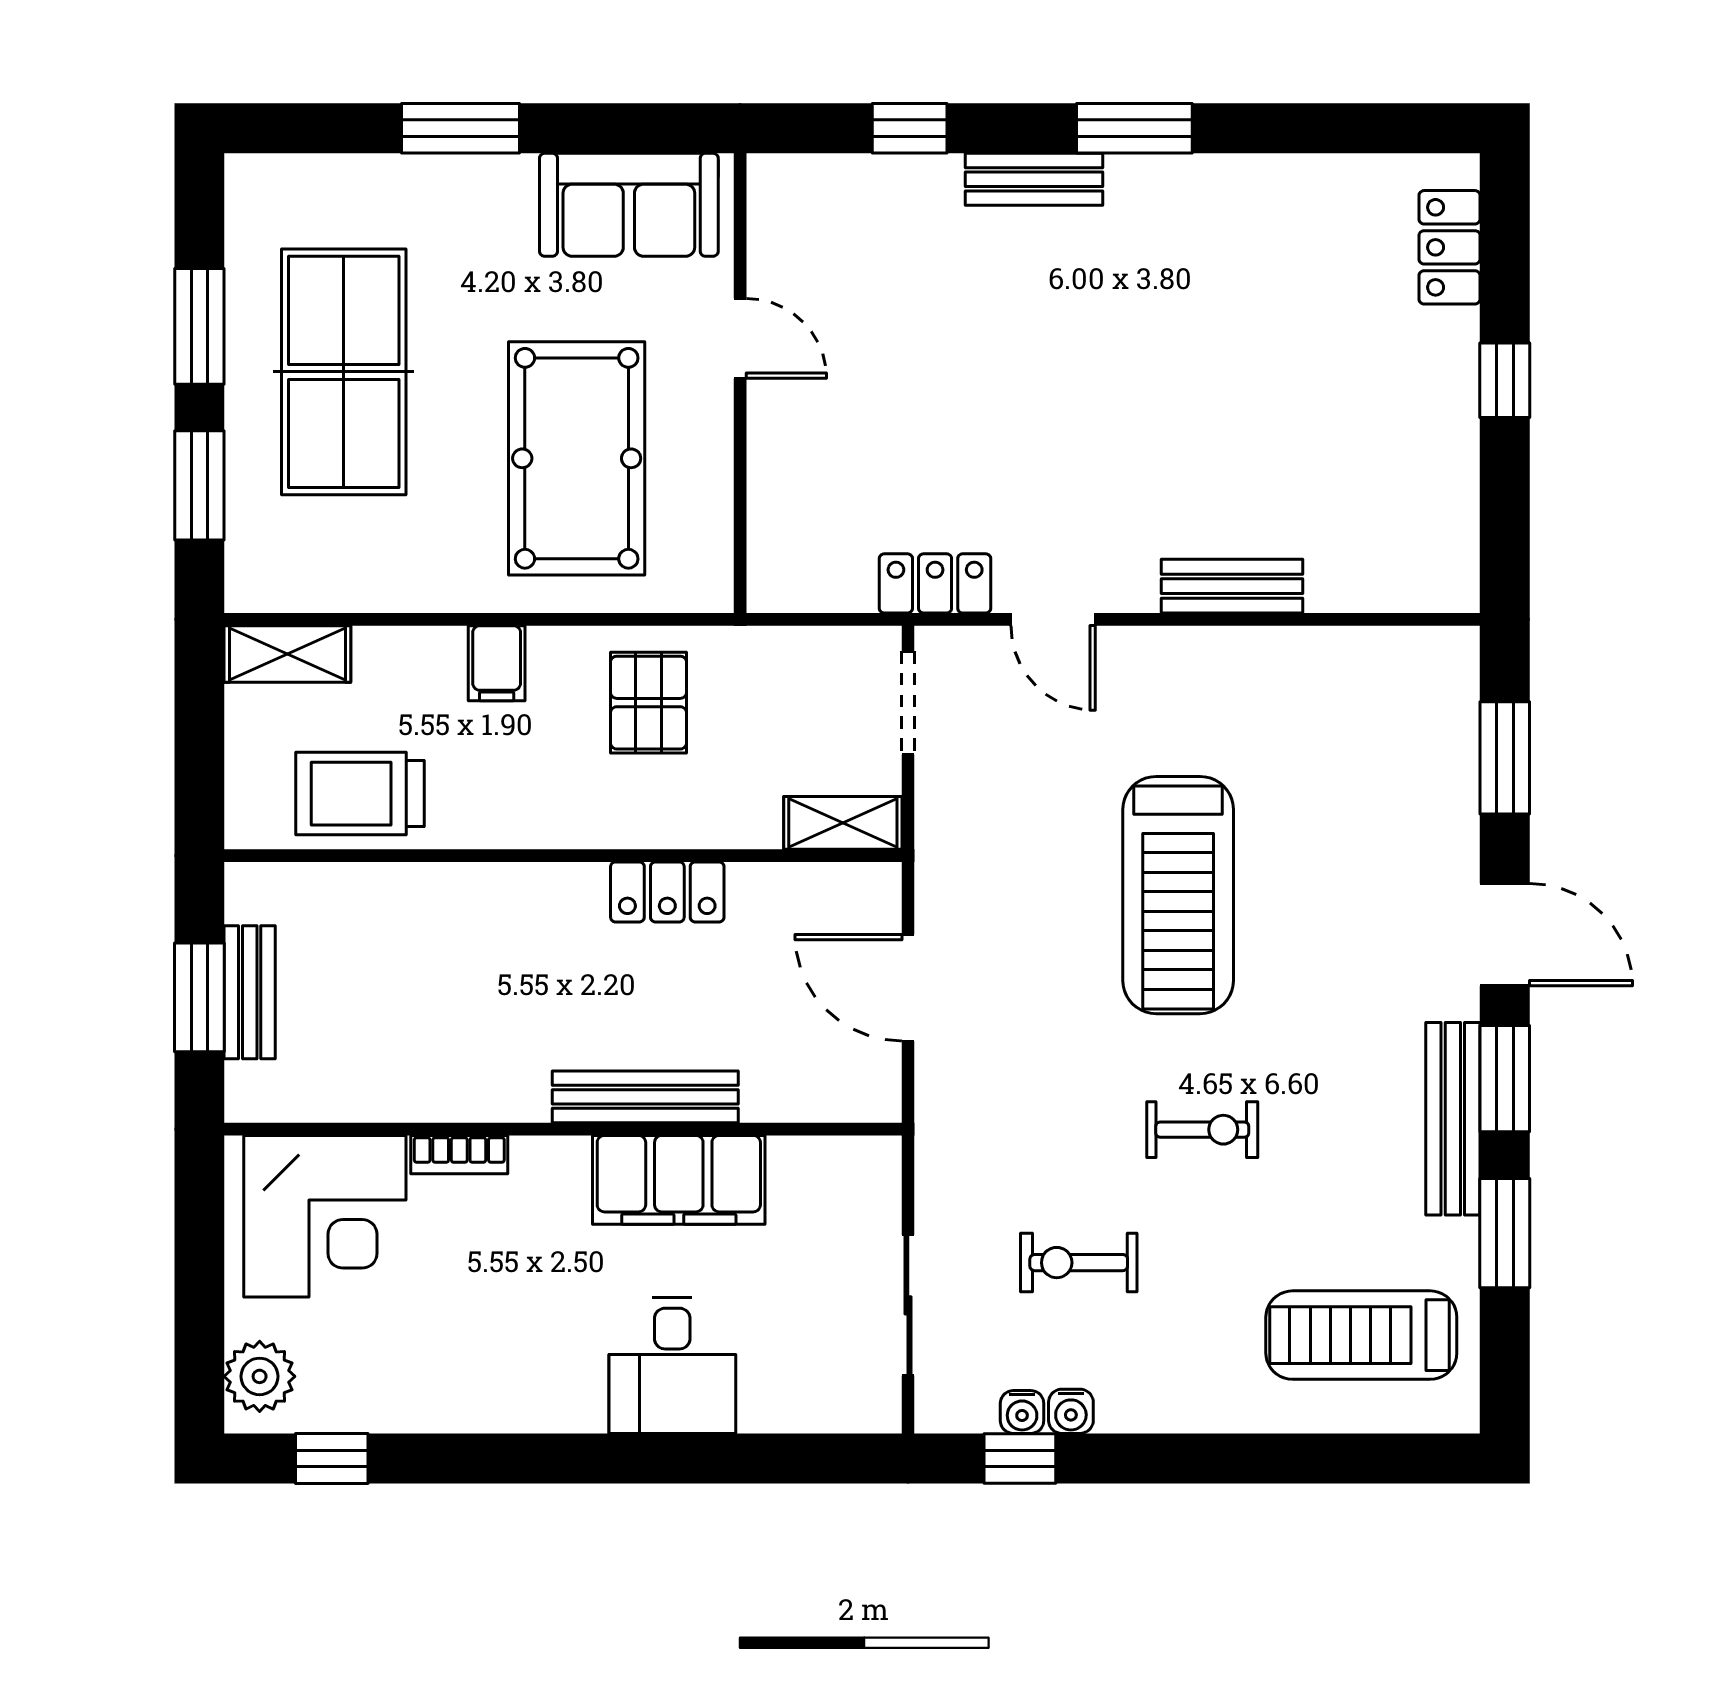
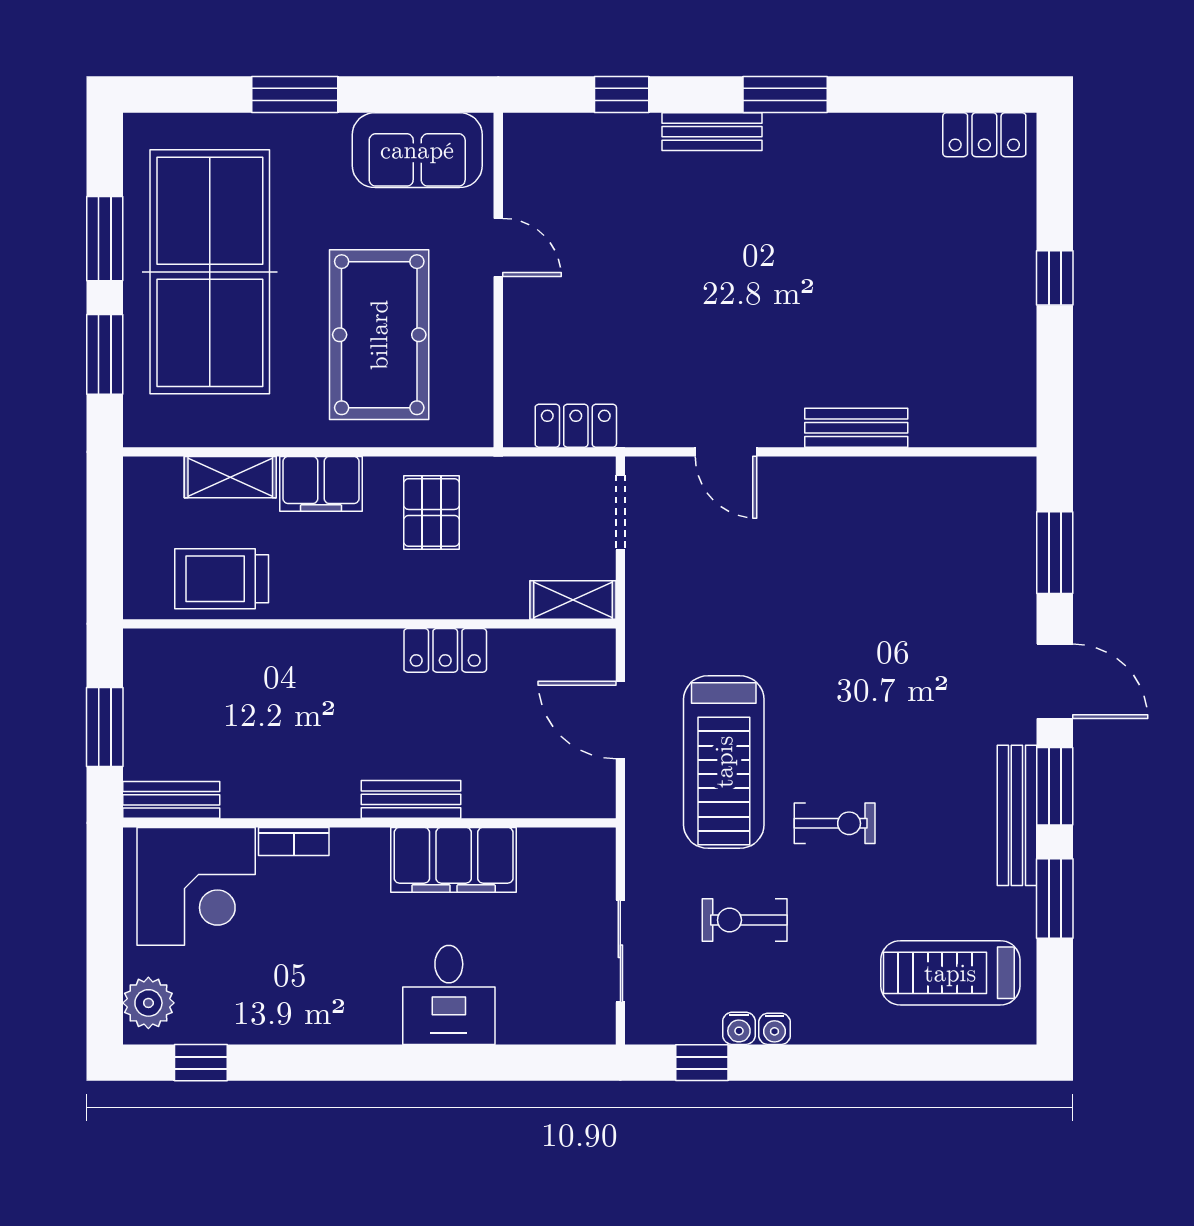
locker: (1450, 247) -> (984, 135), moved, turned -90
table tennis table: (344, 372) -> (210, 272), width x1.36, depth x1.32
locker: (935, 583) -> (576, 426), moved
shelving: (287, 654) -> (230, 477), moved
filing cabinet: (497, 663) -> (321, 484), width x2.00
treadmill: (1178, 895) -> (724, 762), moved
bench: (250, 992) -> (171, 800), moved, turned 90
bench: (645, 1097) -> (411, 799), width x0.73
water cooler: (1022, 1412) -> (775, 1029), moved

